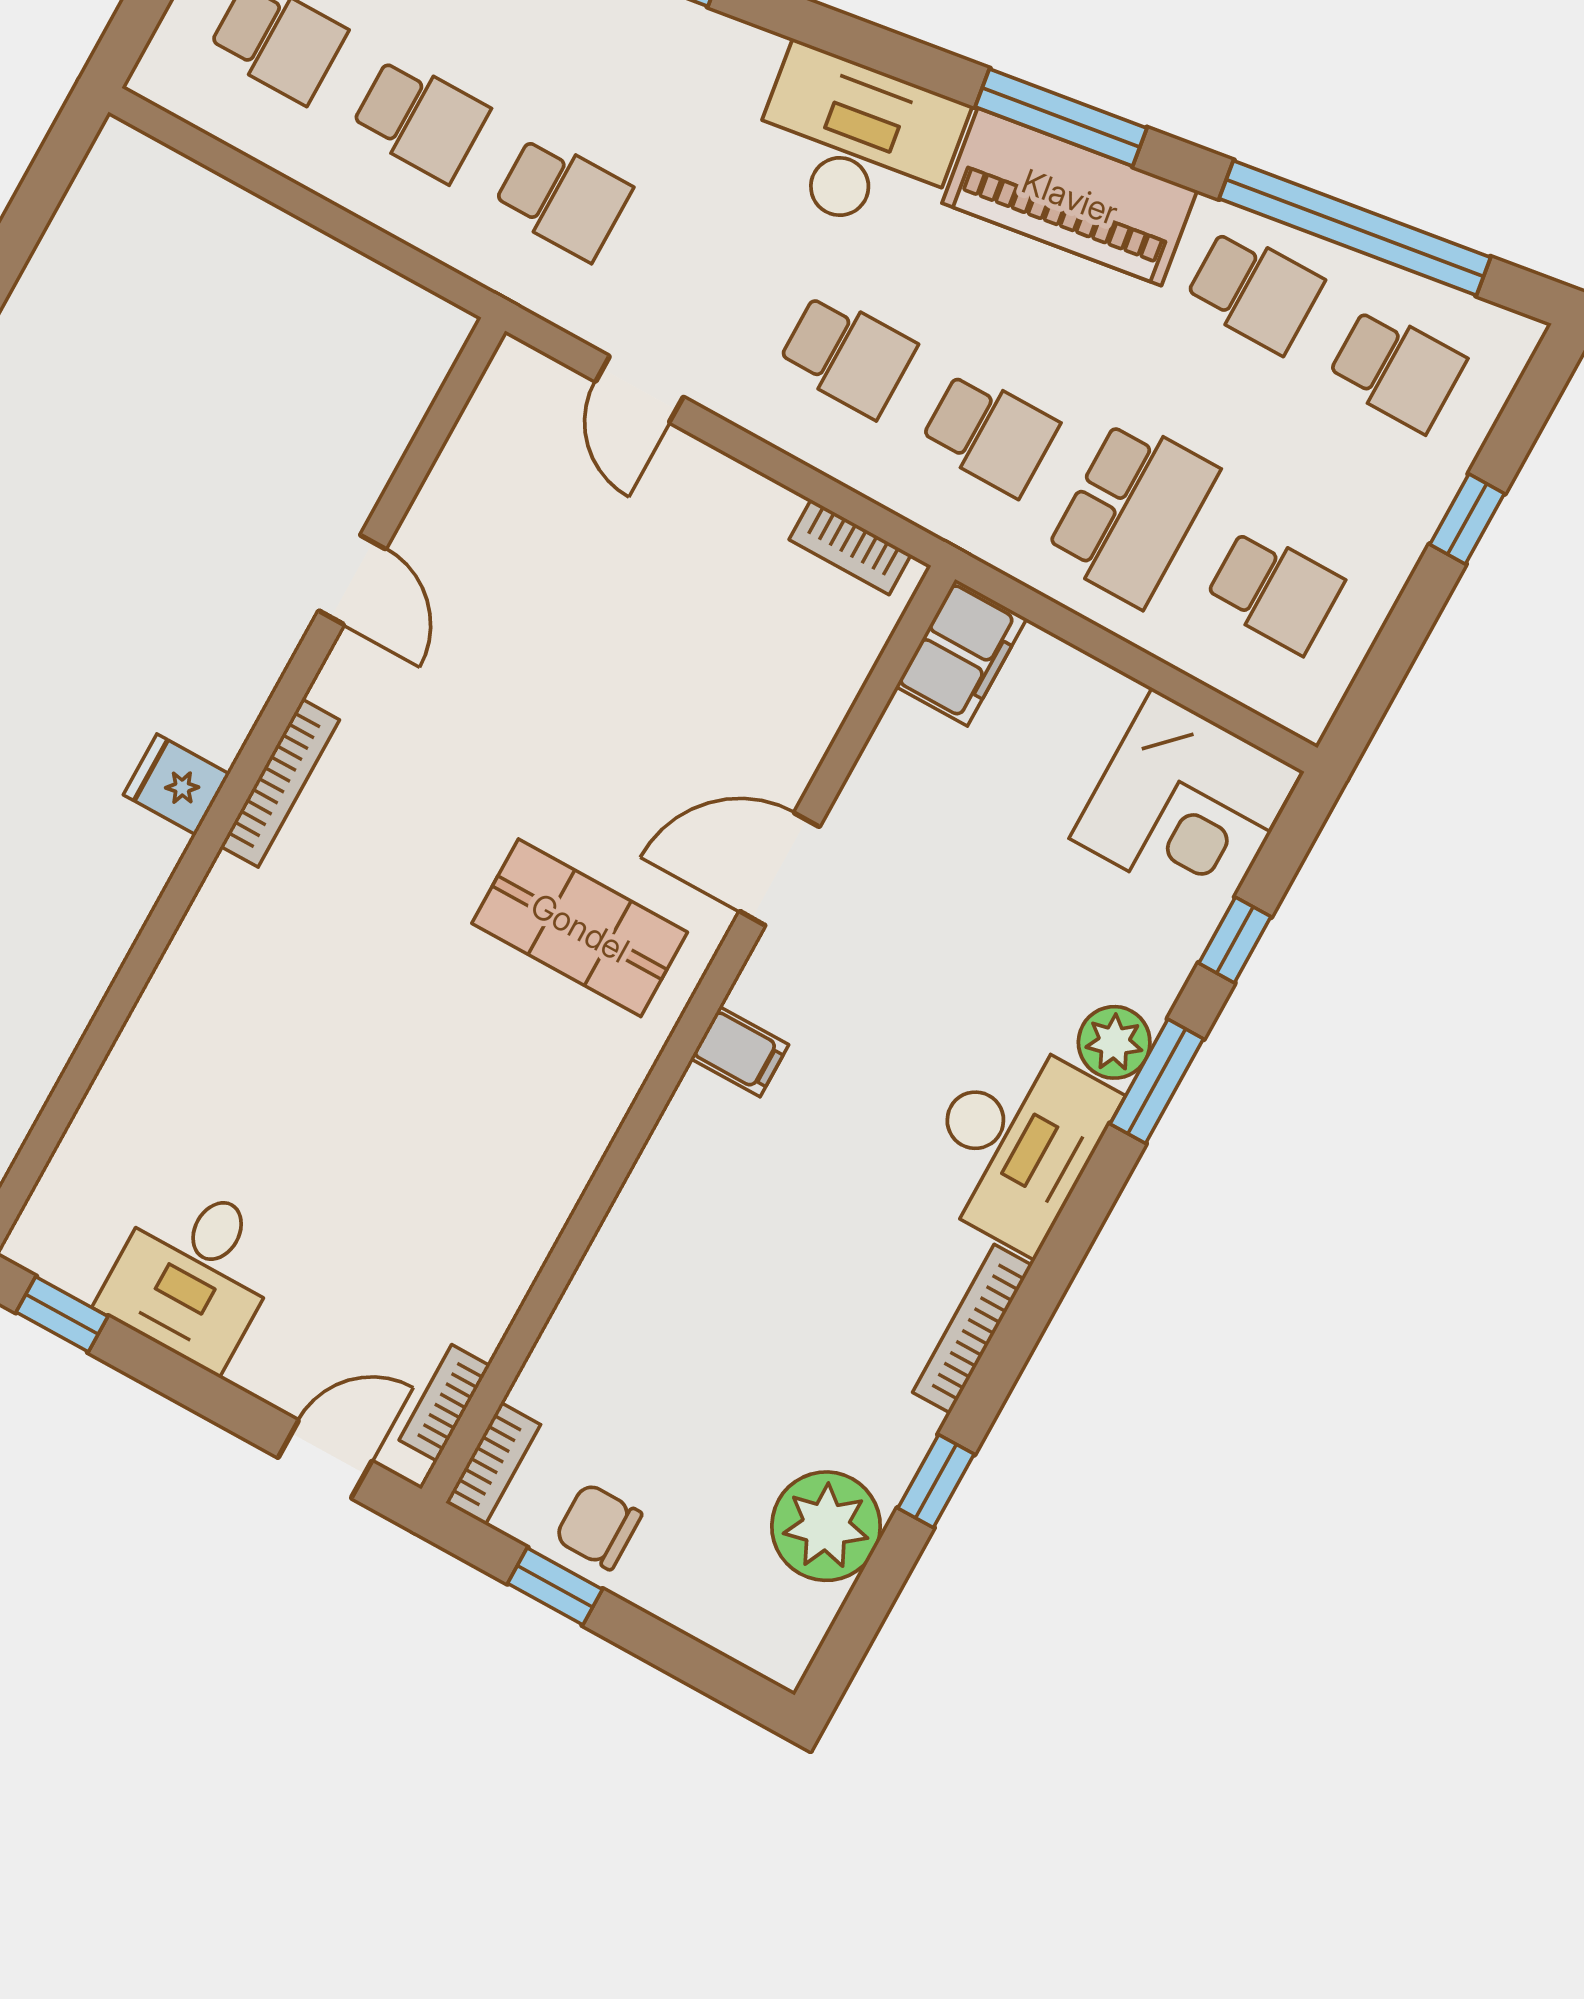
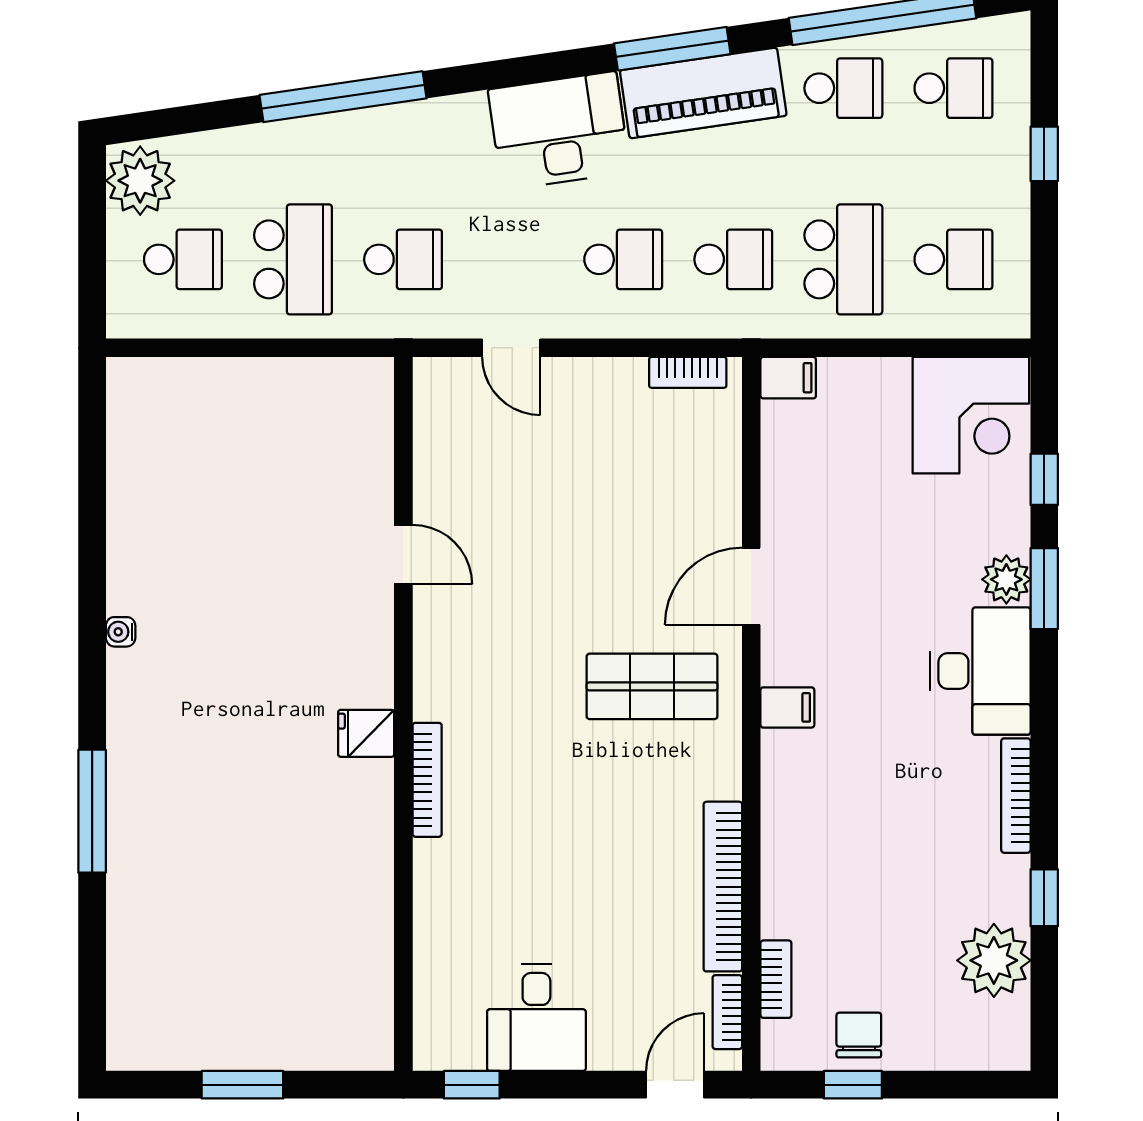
school desk: (420, 119) -> (293, 259), width x1.85
filing cabinet: (961, 653) -> (788, 378), width x0.50
bookcase: (280, 783) -> (427, 780), moved
bookcase: (528, 1237) -> (723, 887), added
bookcase: (493, 1464) -> (776, 979), moved
chair: (598, 1526) -> (859, 1035), turned 90

